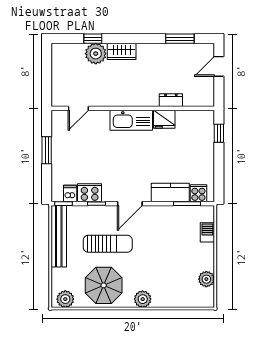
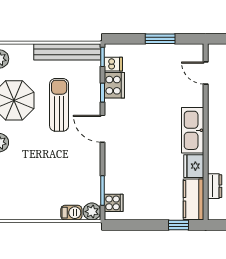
dresser: (171, 100) -> (215, 186), moved
kitchen counter: (170, 192) -> (193, 199), moved, turned 180
sun lounger: (108, 244) -> (59, 105), turned 180
plant: (206, 279) -> (92, 212), moved

